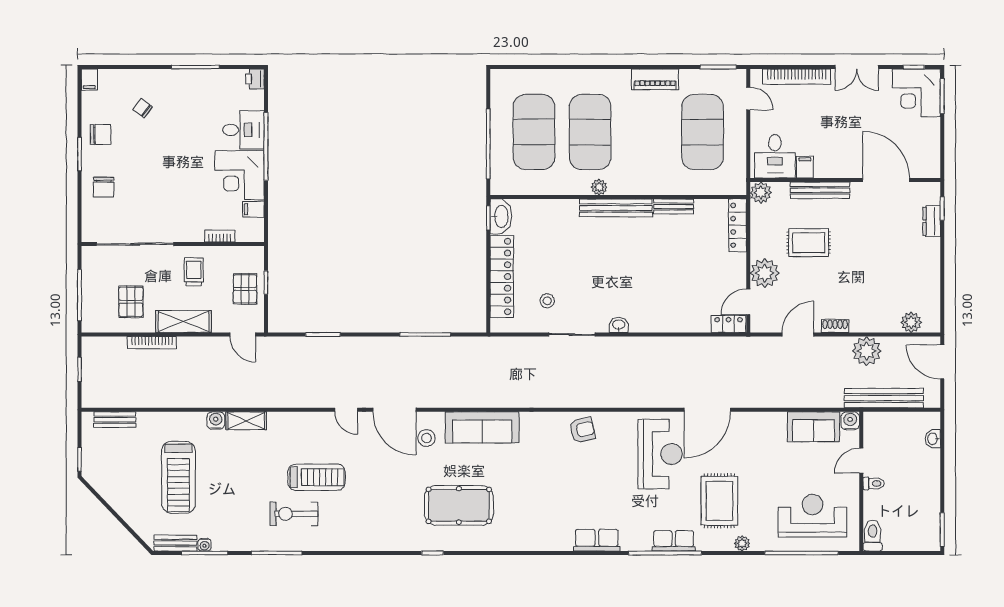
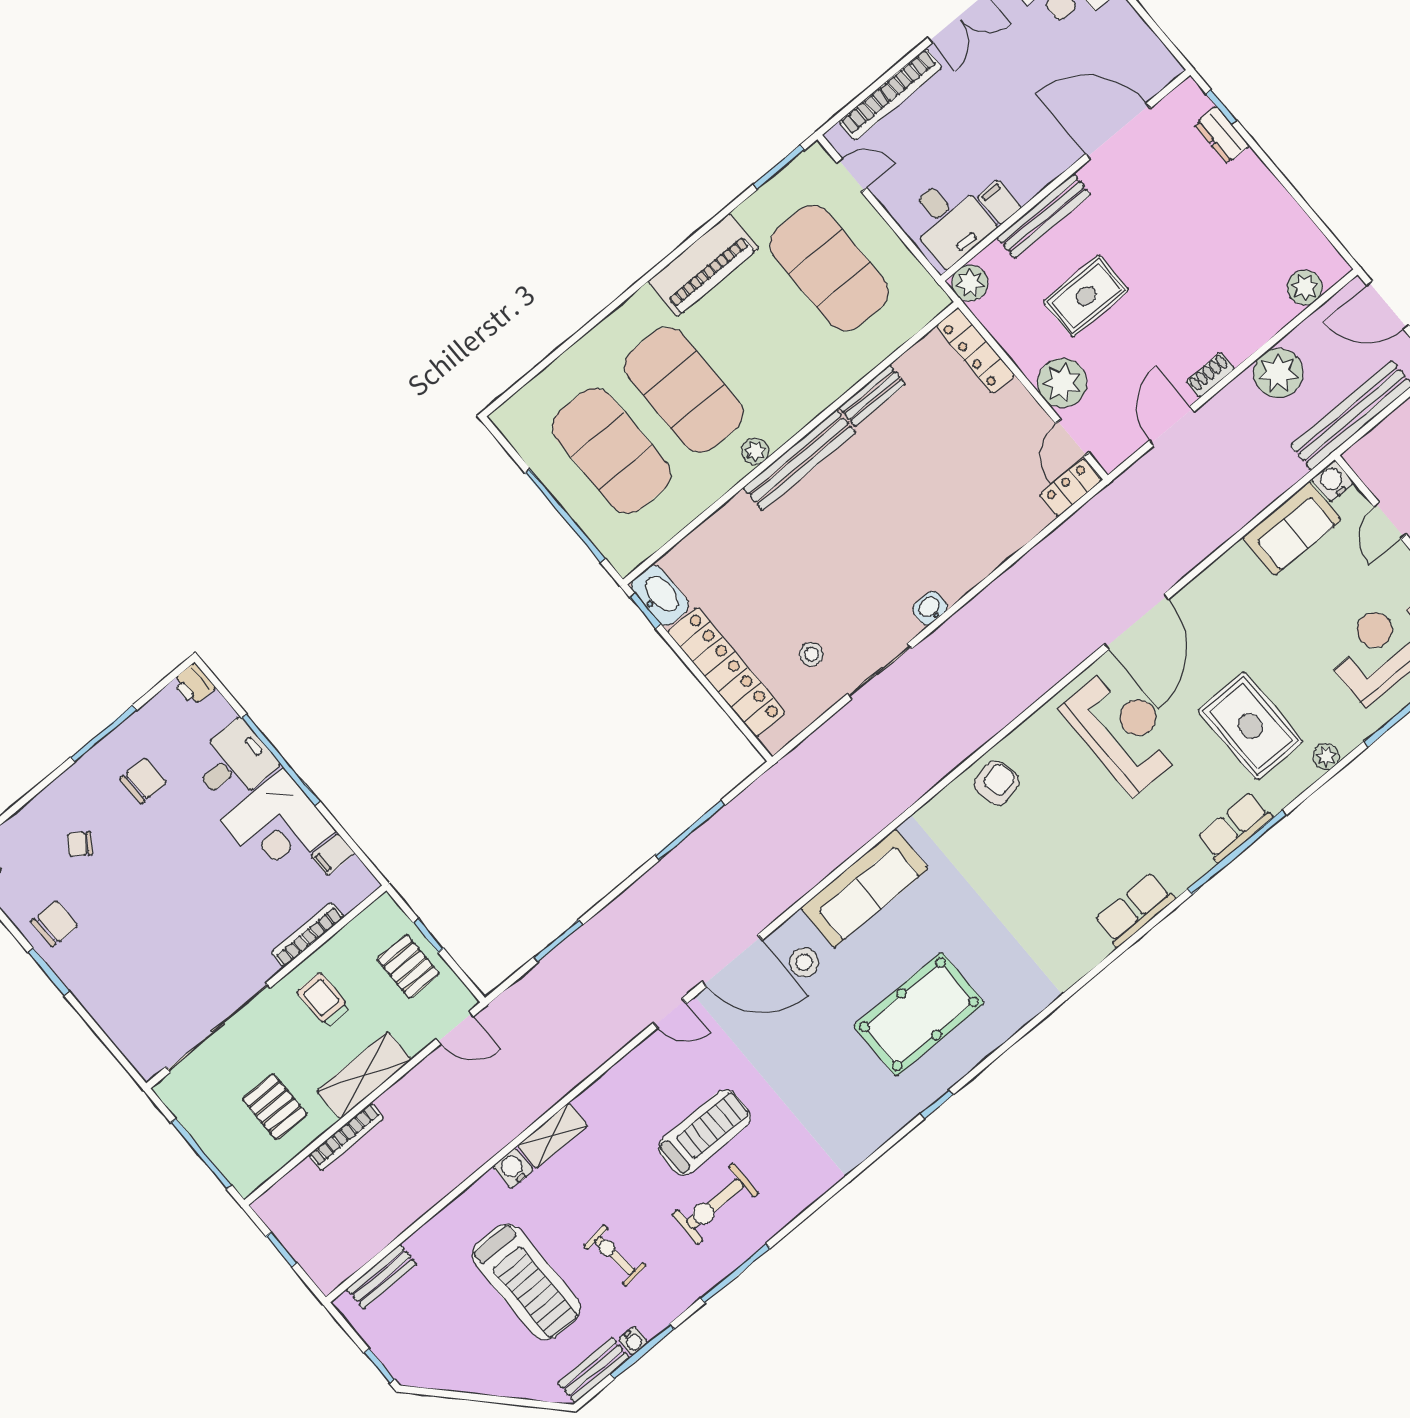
piano: (655, 79) -> (703, 265), width x1.37, depth x1.33
chair: (104, 187) -> (143, 781), moved, turned -90
bookcase: (220, 236) -> (308, 935), width x1.56
exercise bike: (229, 499) -> (615, 1256), added

